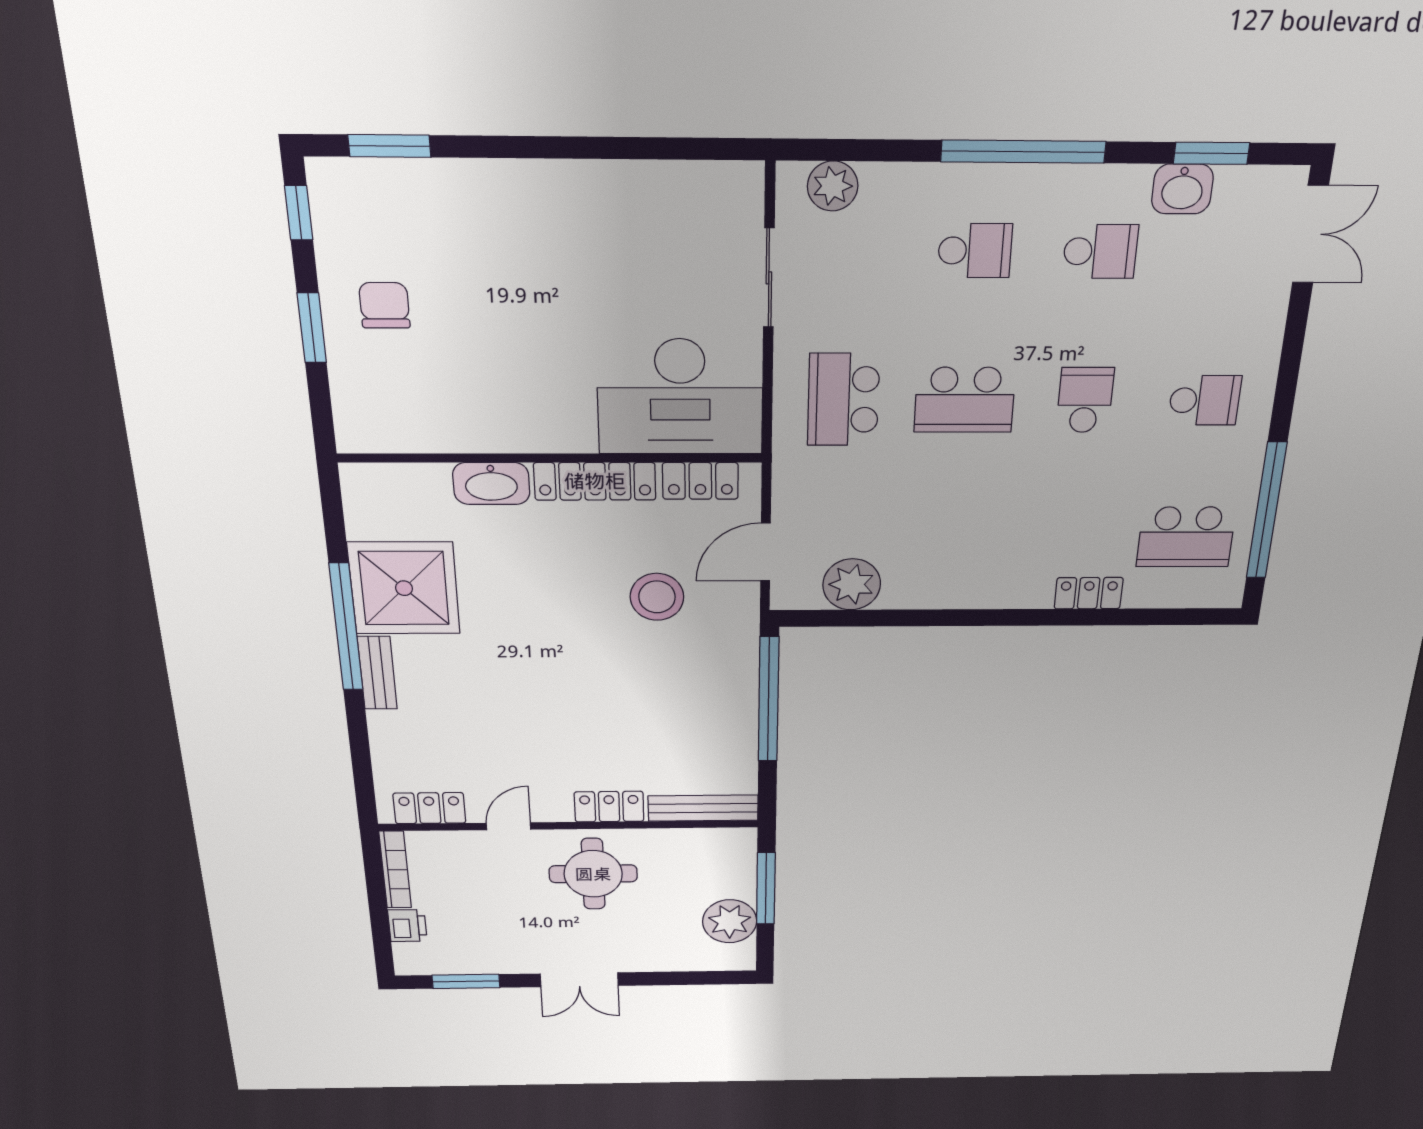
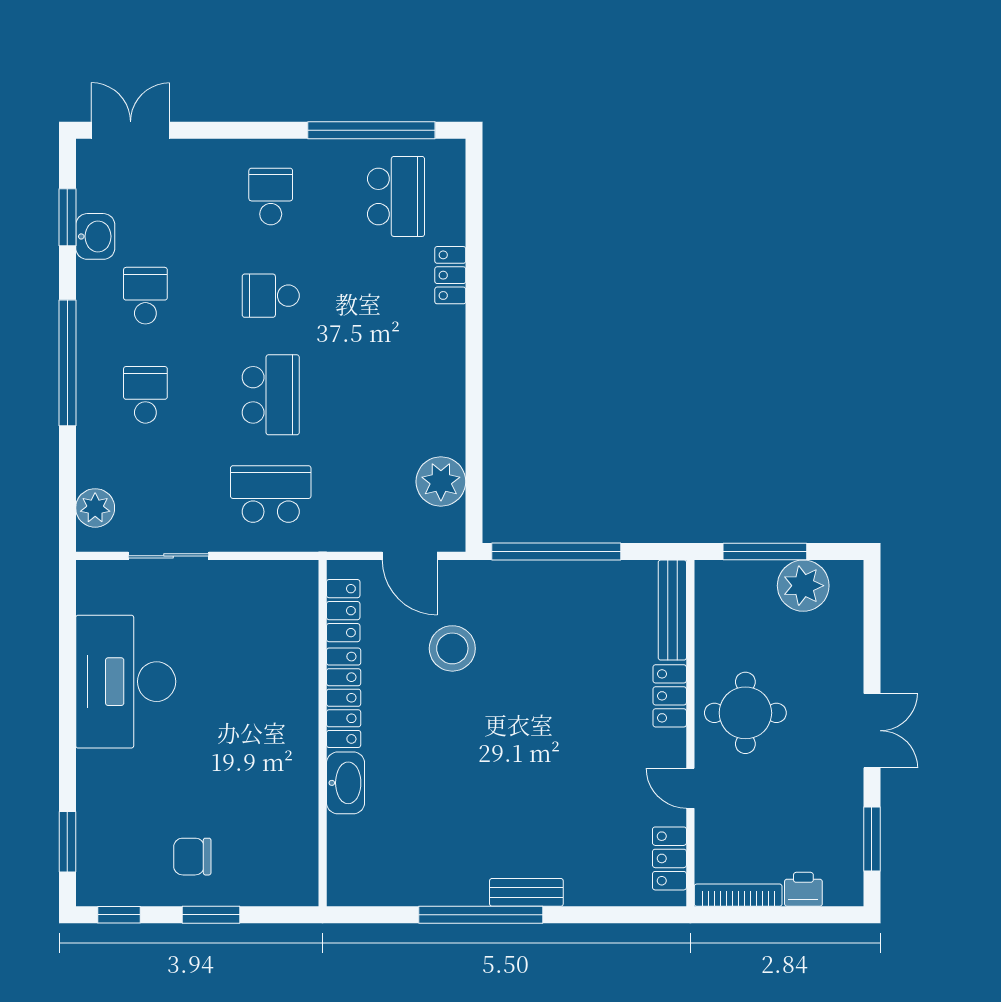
desk: (680, 397) -> (126, 682), moved, turned 180
school desk: (843, 400) -> (271, 494), turned 180
shower: (404, 588) -> (443, 862), removed

